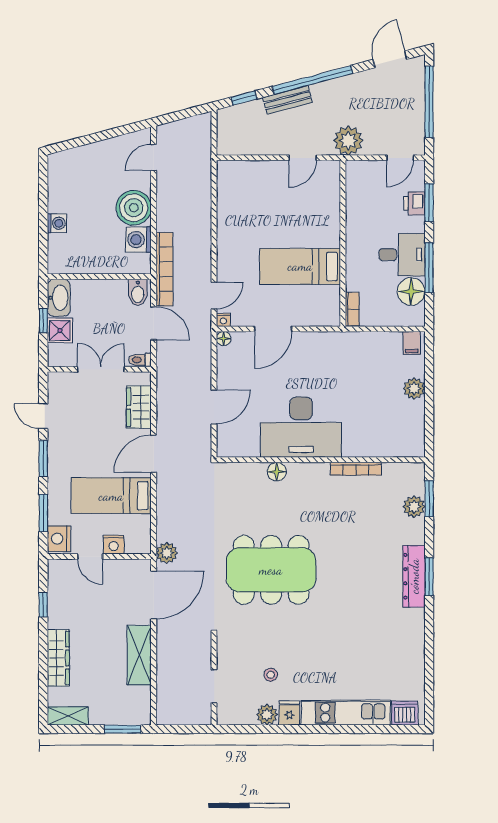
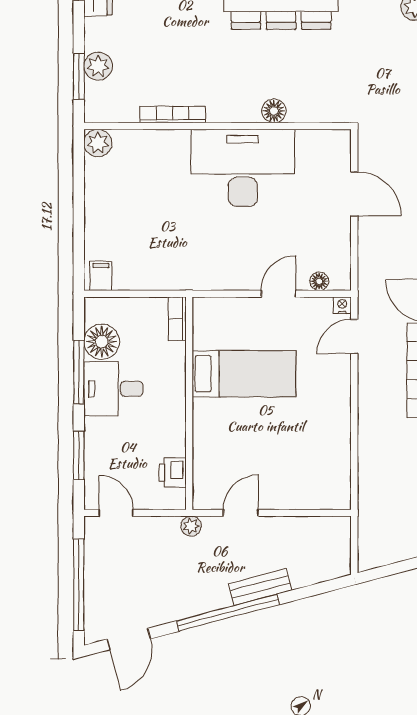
window: (244, 98) -> (316, 589), removed
plant: (348, 141) -> (191, 526), width x0.53, depth x0.53
door: (400, 158) -> (116, 513), hinge flipped
printer: (414, 203) -> (173, 473), moved, turned 180
door: (273, 329) -> (278, 294), width x0.73
floor lamp: (224, 339) -> (319, 281), moved
plant: (414, 388) -> (98, 143), moved
door: (214, 407) -> (354, 194), swing flipped

